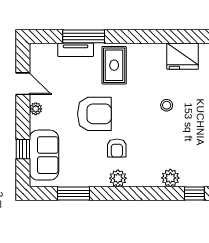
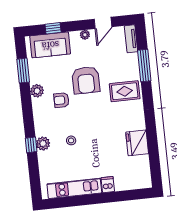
tv unit: (76, 50) -> (131, 39), moved
stool: (167, 105) -> (71, 140), moved
plant: (118, 178) -> (37, 91), moved
window: (194, 193) -> (31, 145), moved

